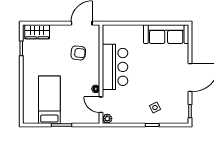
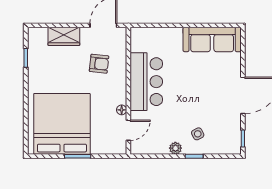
wardrobe: (37, 32) -> (64, 36), moved
bed: (49, 100) -> (62, 124), width x2.04
door: (101, 105) -> (128, 130), swing flipped
plant: (107, 119) -> (175, 148), moved

